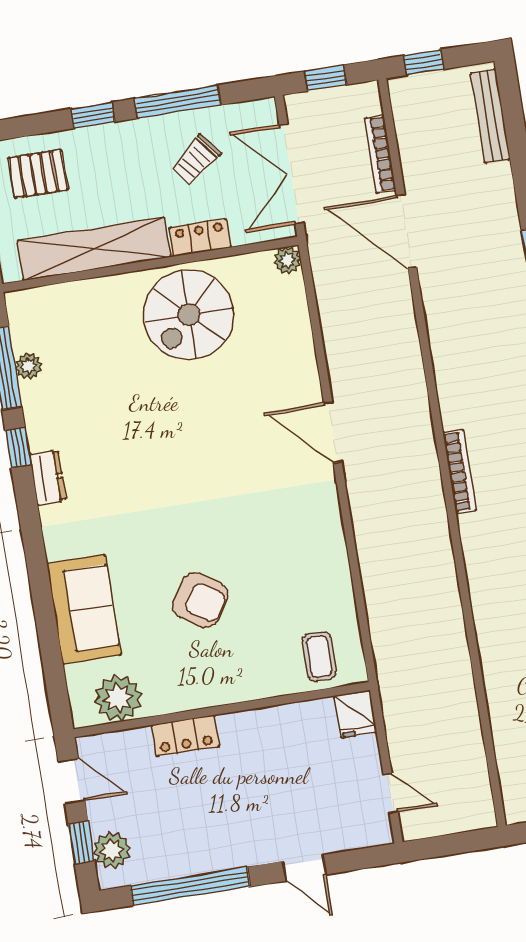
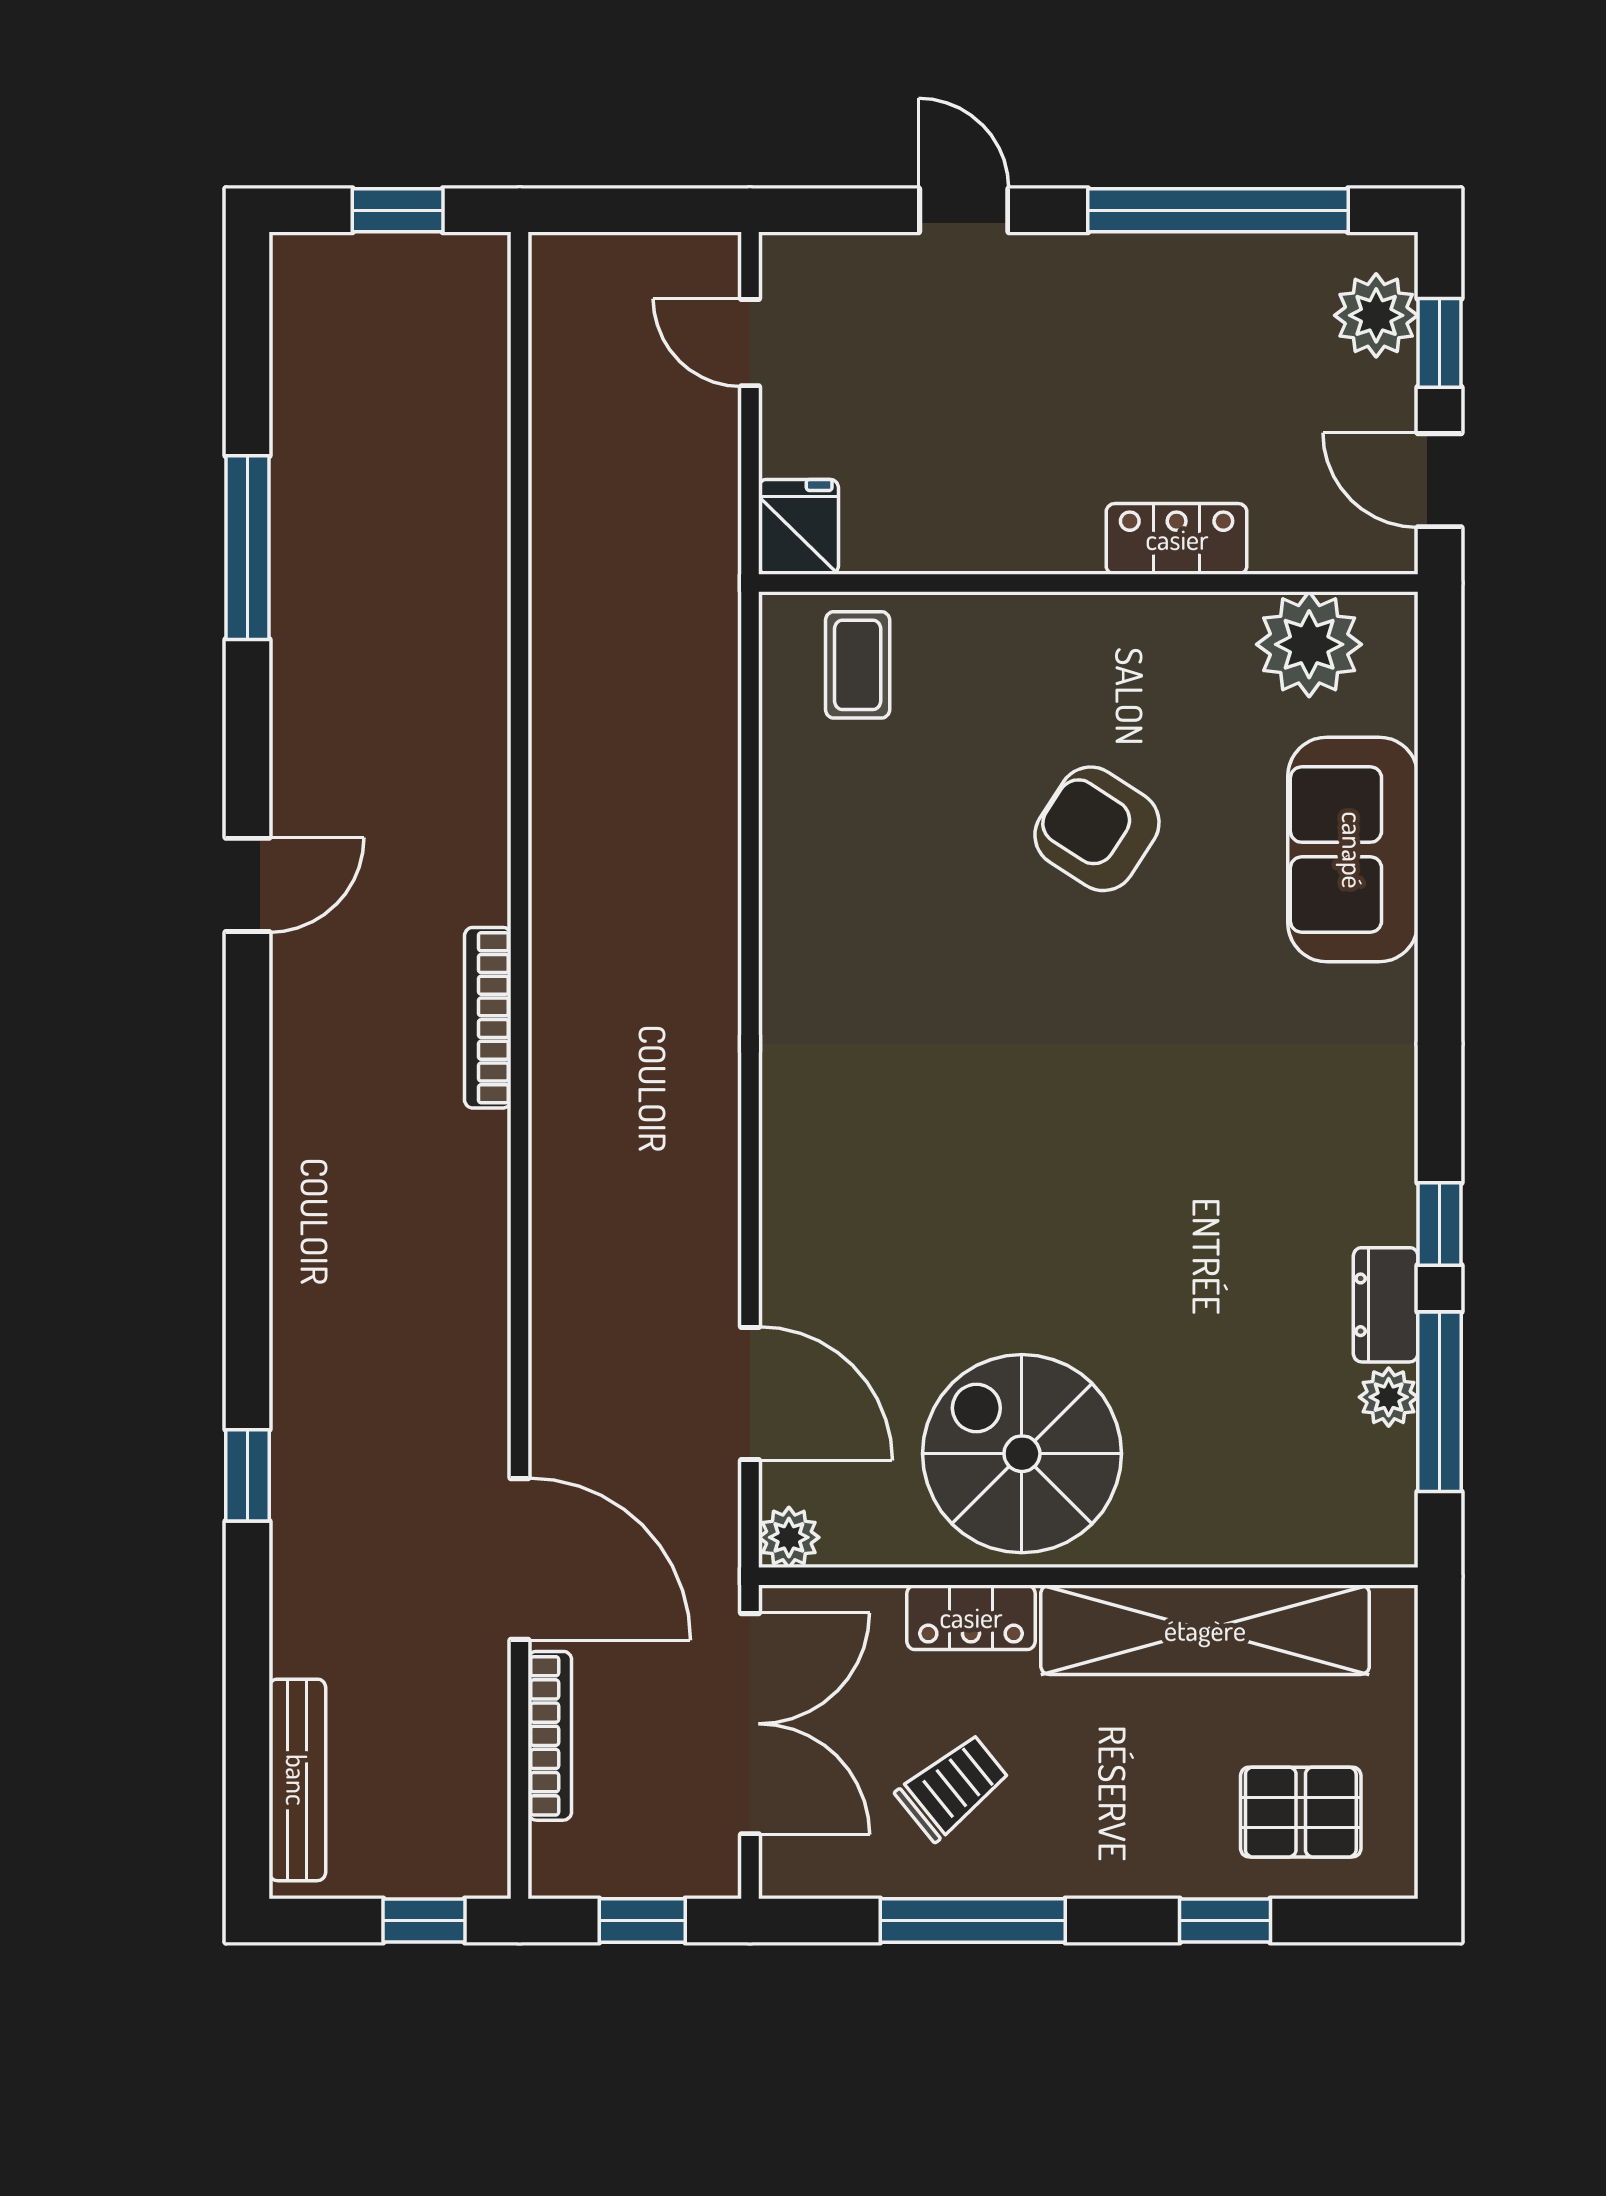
window: (93, 115) -> (1225, 1920), moved
spiral stairs: (189, 315) -> (1022, 1454), turned -90
door: (333, 432) -> (750, 1393), moved
dresser: (48, 478) -> (1386, 1305), moved

